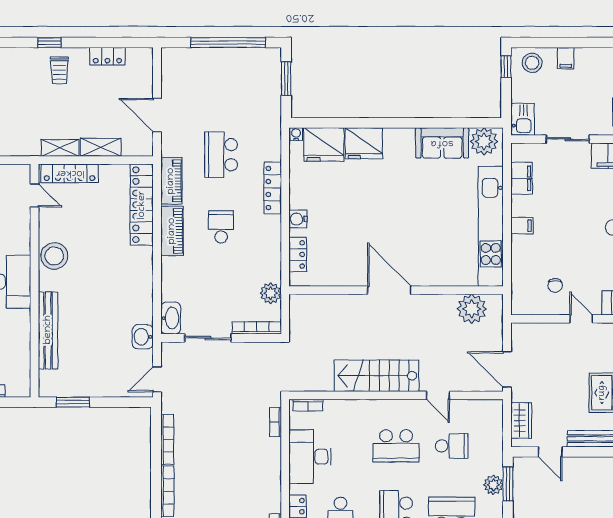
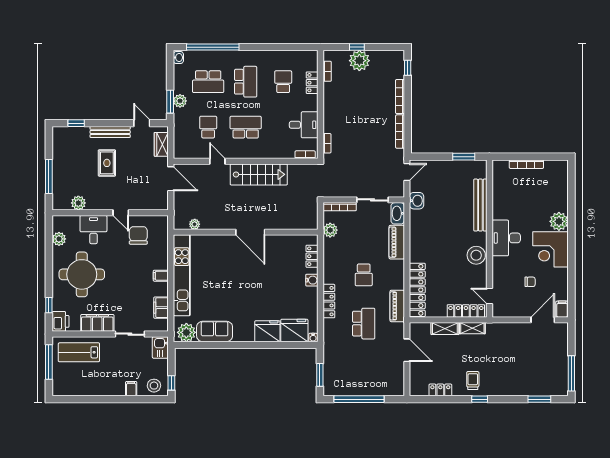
piano: (172, 231) -> (397, 242), moved
chair: (555, 285) -> (138, 235), width x1.87, depth x1.87
plant: (472, 309) -> (195, 224), width x0.53, depth x0.53
school desk: (452, 446) -> (208, 127), turned 90
desk: (310, 457) -> (304, 125), width x0.73

